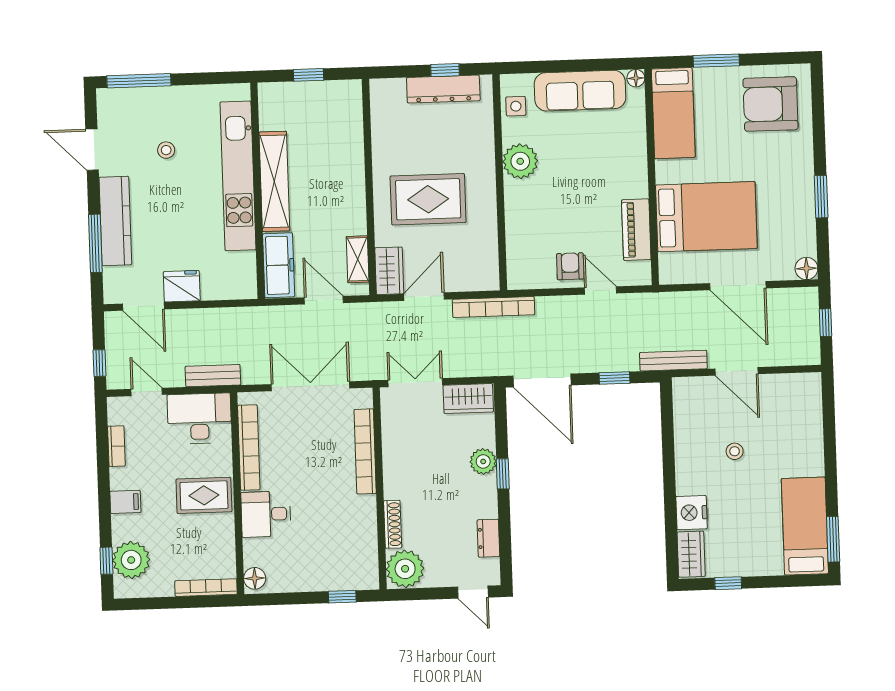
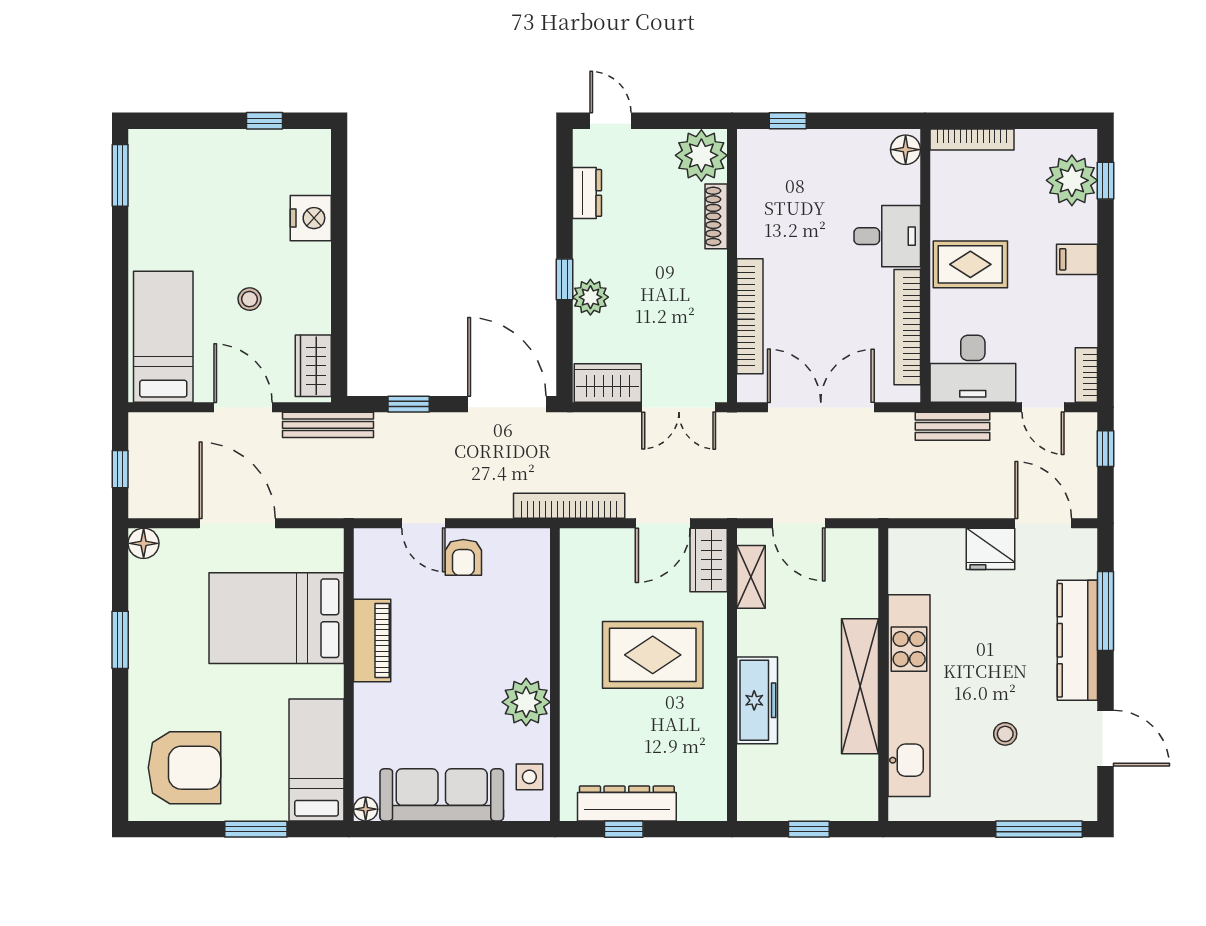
piano: (636, 230) -> (372, 641), moved
freezer: (279, 265) -> (757, 700), moved, turned 180
double door: (311, 386) -> (821, 407), swing flipped
bookcase: (116, 446) -> (1086, 375), moved
bed: (805, 526) -> (163, 337), moved, turned 180
wardrobe: (691, 554) -> (313, 366), moved

